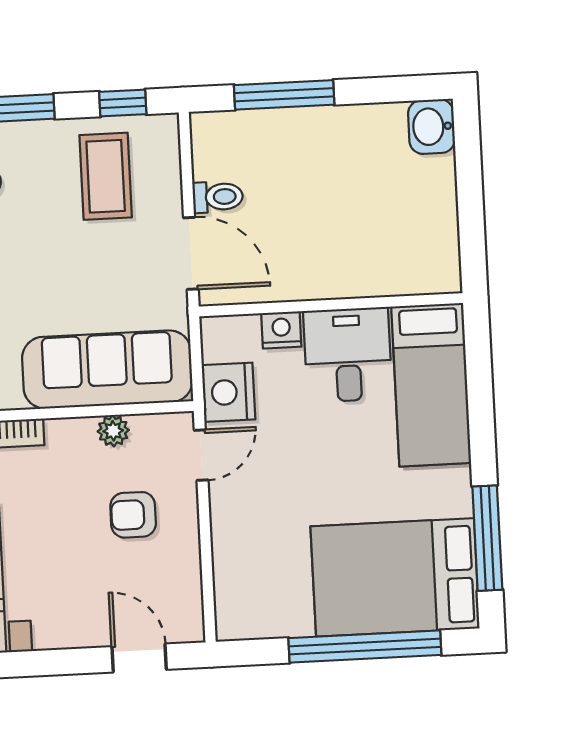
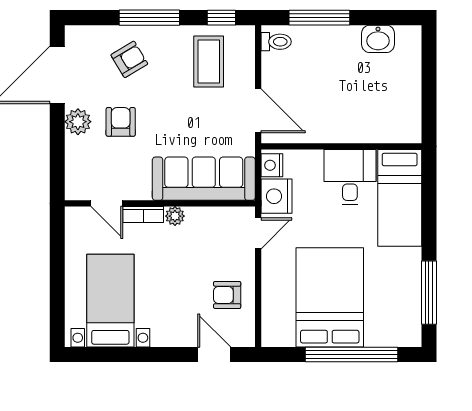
washbasin: (431, 127) -> (378, 39), moved, turned -90
toilet: (218, 197) -> (276, 42), moved
nightstand: (281, 330) -> (272, 165), moved, turned -90
plant: (113, 431) -> (175, 216), moved
armchair: (133, 515) -> (227, 295), moved
bed: (395, 577) -> (330, 297), moved, turned 90

